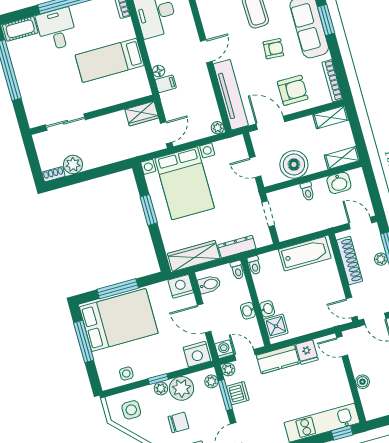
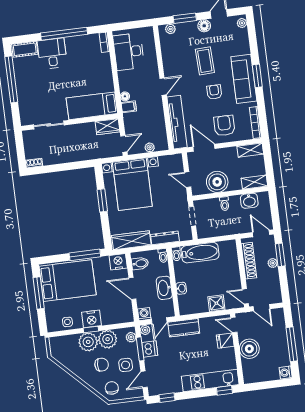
armchair: (273, 49) -> (214, 92), turned -94
bed: (110, 60) -> (92, 106), moved
armchair: (293, 90) -> (224, 126), turned -90
plant: (218, 128) -> (150, 147), moved
plant: (73, 165) -> (50, 158), removed
bathtub: (305, 254) -> (200, 253), moved
window: (118, 289) -> (85, 255), moved
washbasin: (248, 311) -> (164, 288), width x1.91, depth x1.45
shower: (276, 326) -> (216, 303), moved
fridge: (307, 352) -> (225, 341), moved, turned 90
nightstand: (197, 354) -> (91, 319), moved
door: (245, 355) -> (159, 321), swing flipped
boiler: (362, 382) -> (249, 349), width x1.86, depth x1.86
plant: (161, 388) -> (88, 342), width x1.88, depth x1.88
side table: (131, 410) -> (126, 365), moved

